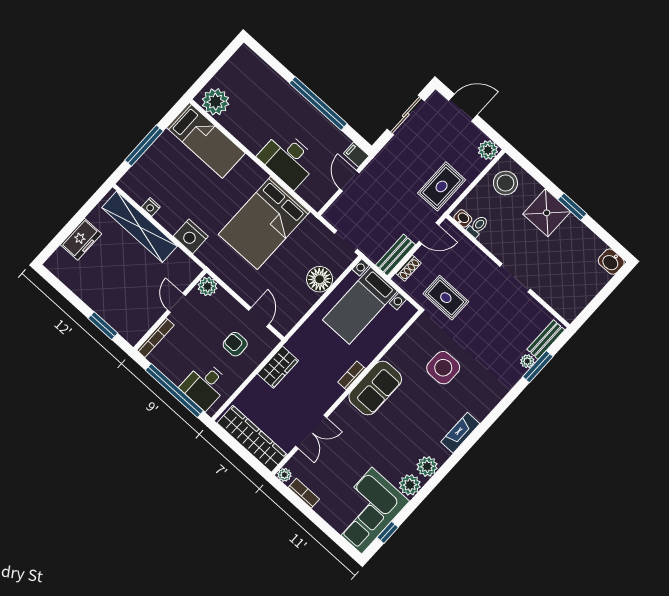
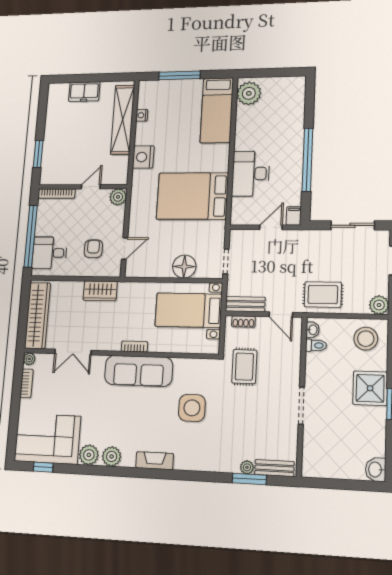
sofa: (375, 388) -> (139, 371), width x1.36

